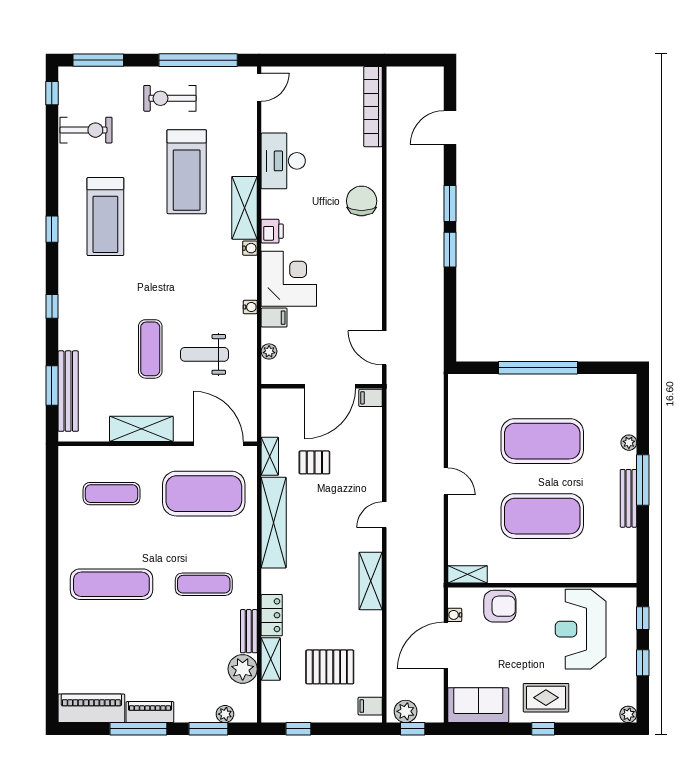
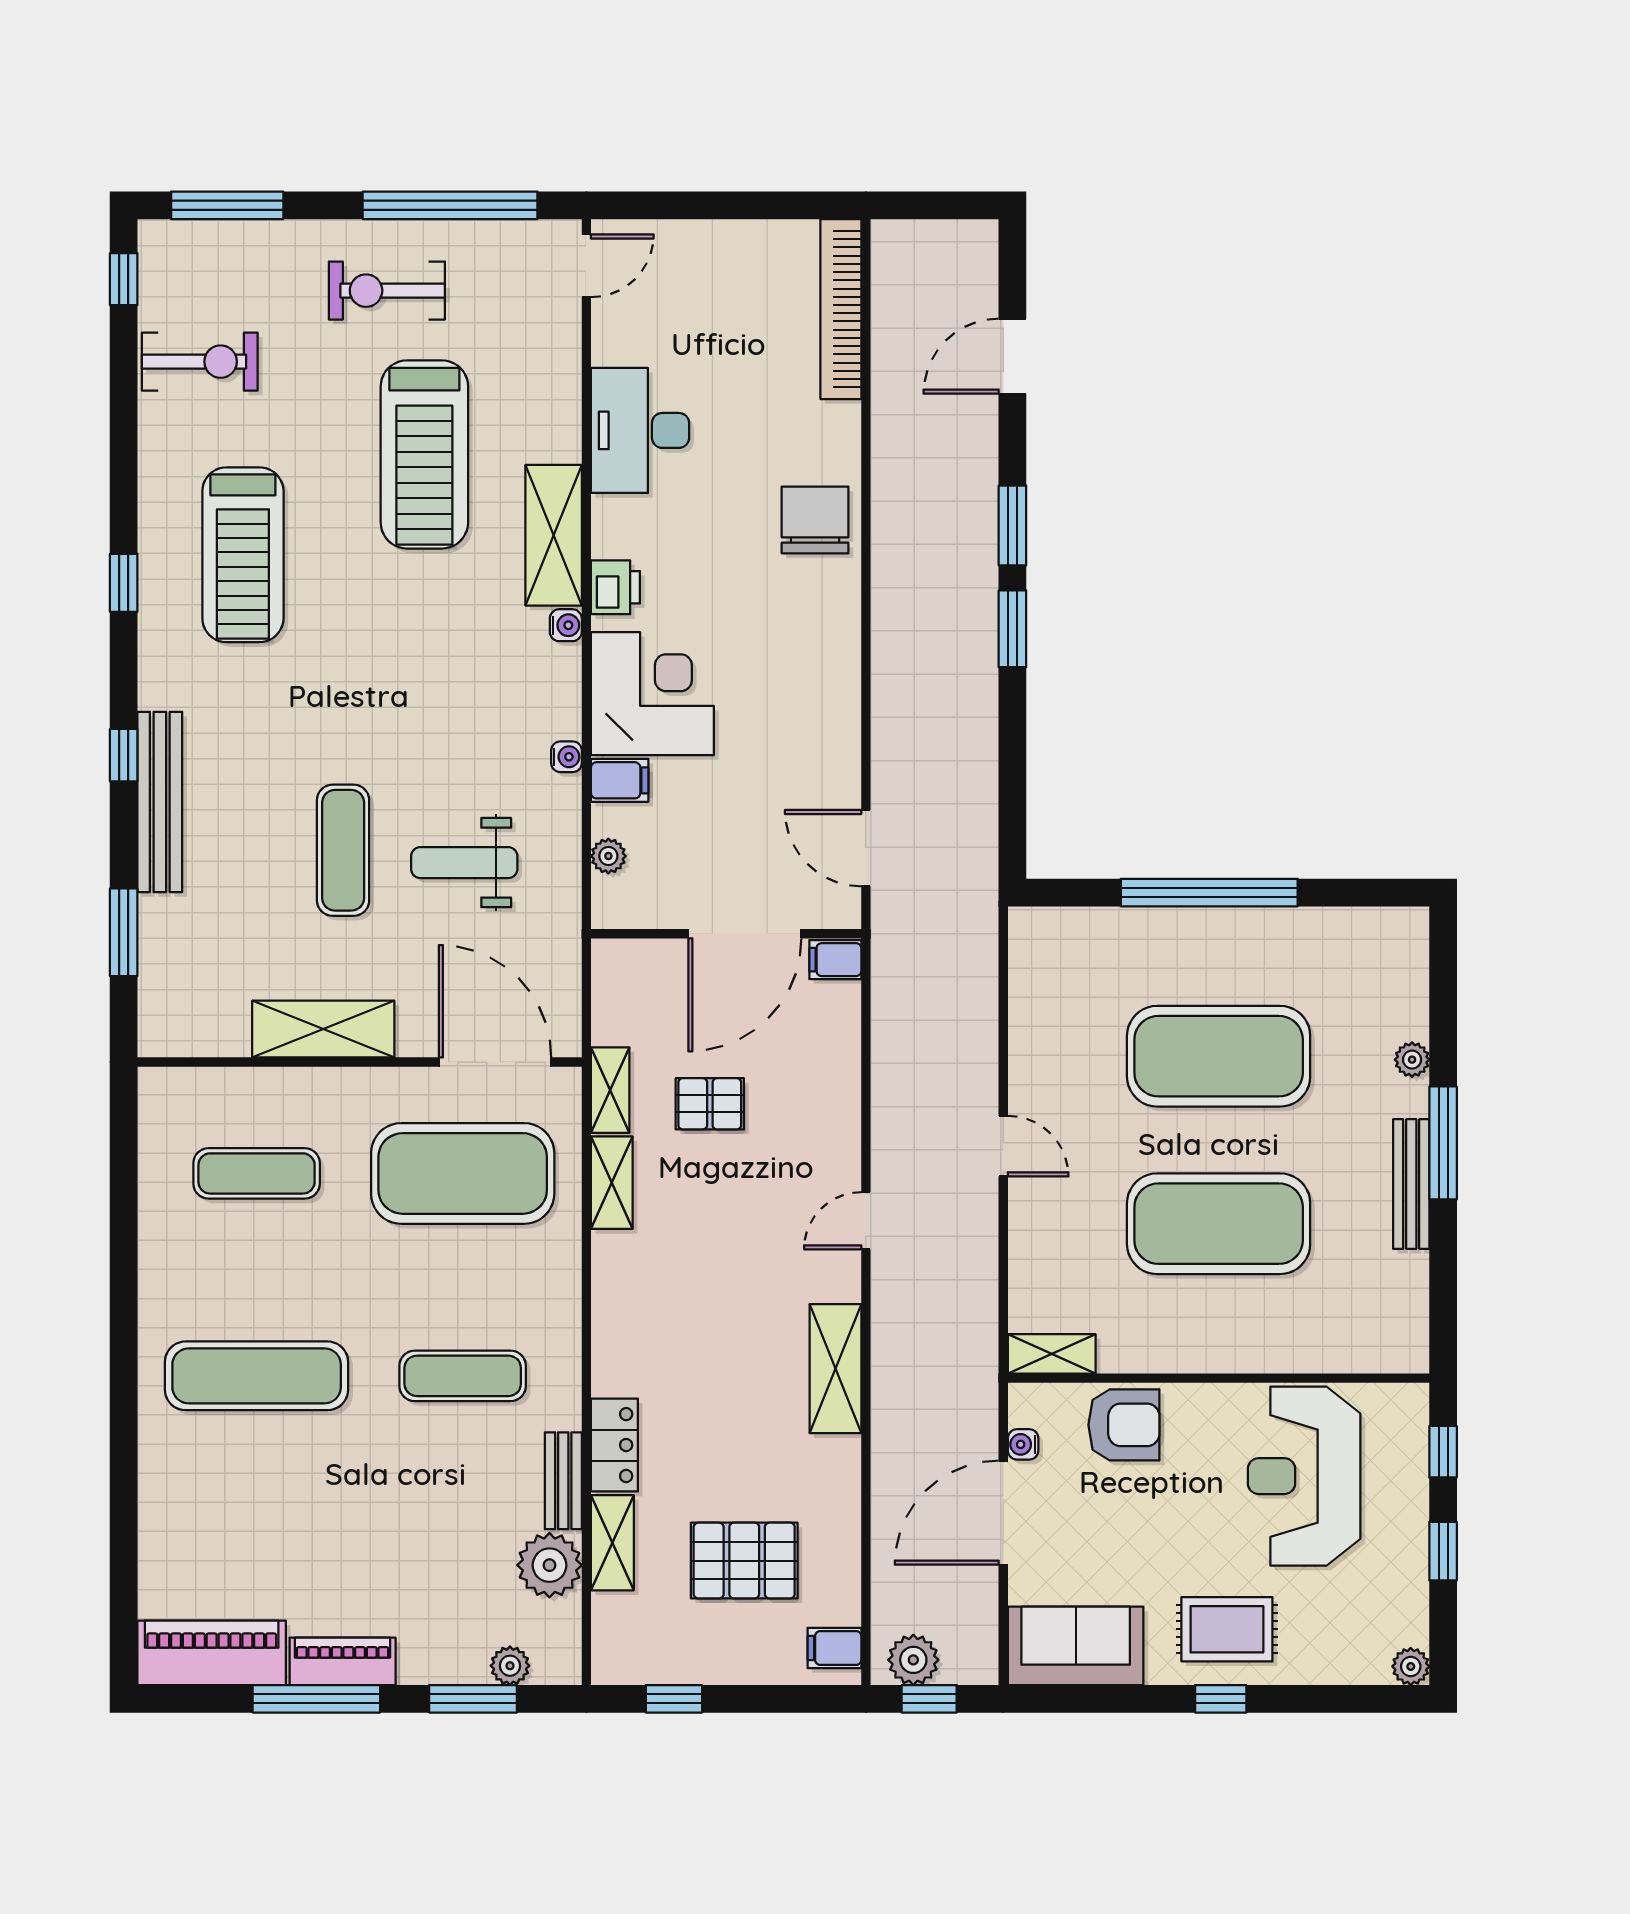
bench: (68, 391) -> (160, 802), moved
shelving: (274, 523) -> (612, 1183), width x0.45, depth x0.75

